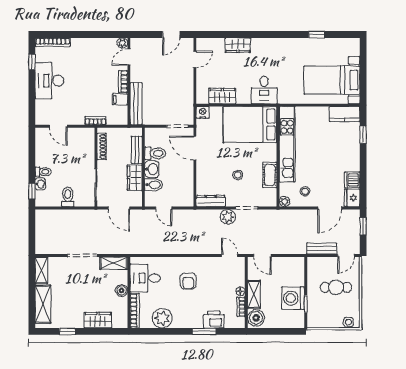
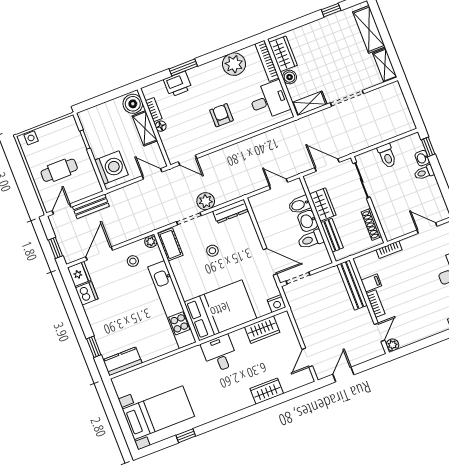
bed with nightstands: (332, 80) -> (158, 413), moved
cot: (270, 175) -> (170, 244), moved
washing machine: (293, 298) -> (111, 167), moved
wardrobe: (98, 320) -> (283, 54), moved, turned -90

